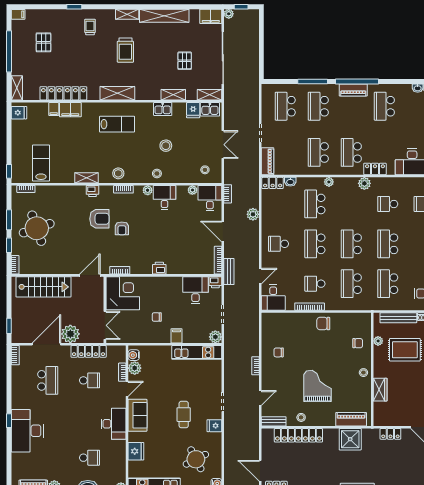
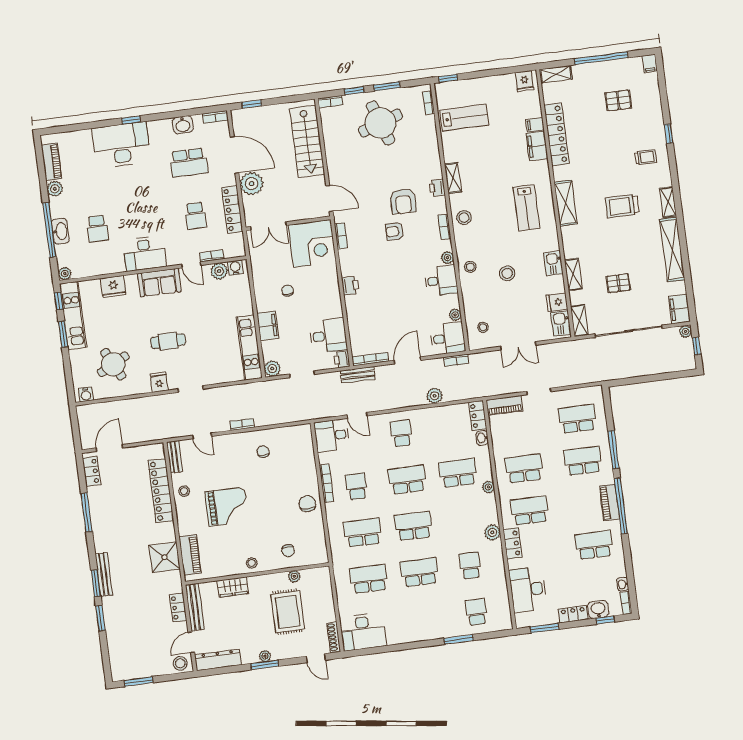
bench: (398, 318) -> (195, 607), moved
filing cabinet: (177, 336) -> (268, 326), width x2.00
washbasin: (18, 381) -> (183, 125), added

